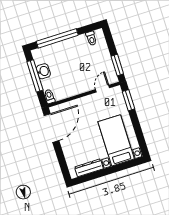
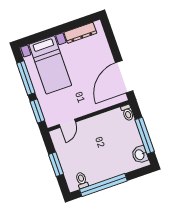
window: (57, 38) -> (103, 185), moved
window: (117, 65) -> (56, 164), moved
washbasin: (43, 71) -> (140, 155), moved
window: (138, 129) -> (26, 78), added

